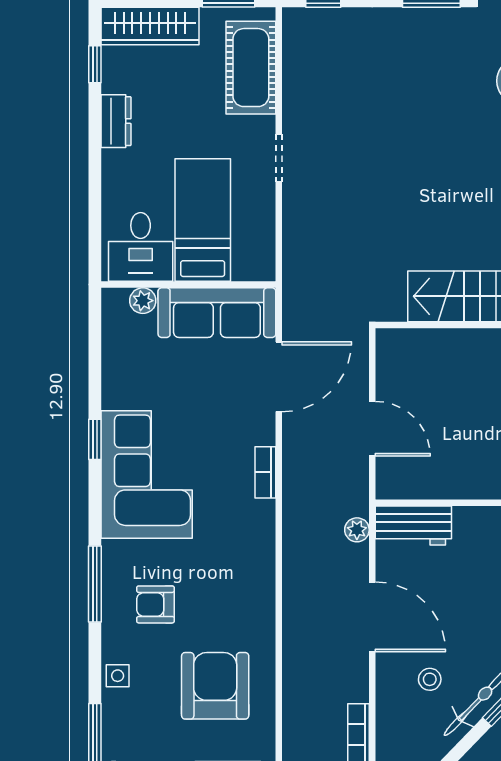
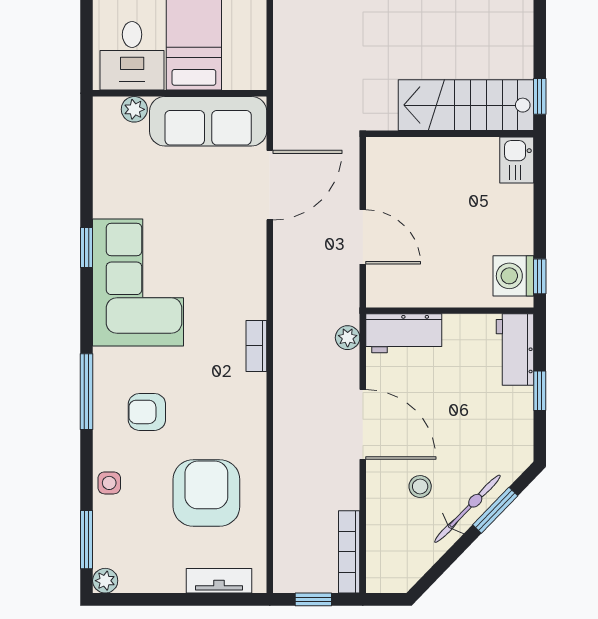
bookcase: (265, 472) -> (256, 346), moved

